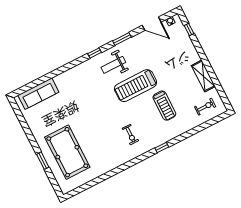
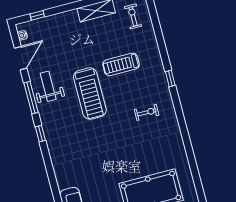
window: (122, 39) -> (31, 98), width x1.44
weight bench: (113, 65) -> (48, 86), moved, turned 180
treadmill: (164, 106) -> (121, 64), turned 180

